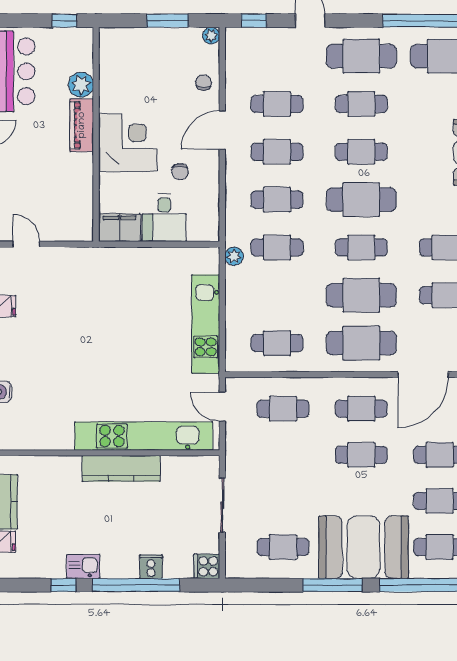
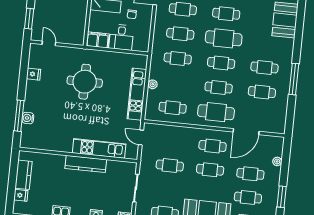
plant: (234, 256) -> (153, 84), moved
cafe table: (361, 295) -> (219, 88), width x0.73, depth x0.74
round table: (103, 311) -> (85, 82), added
cafe table: (283, 409) -> (170, 166), moved
kitchen unit: (144, 436) -> (99, 148), width x0.73

